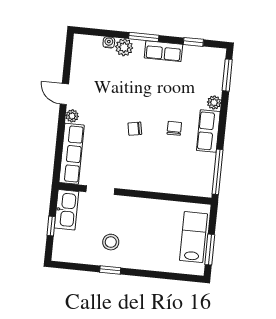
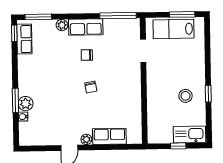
window: (144, 37) -> (15, 100), moved
window: (193, 42) -> (14, 33), moved
row of seats: (163, 51) -> (24, 39), moved
row of seats: (72, 154) -> (109, 136), width x0.68
doorway: (100, 190) -> (143, 51), moved
kitchen sink: (67, 210) -> (189, 135), moved

